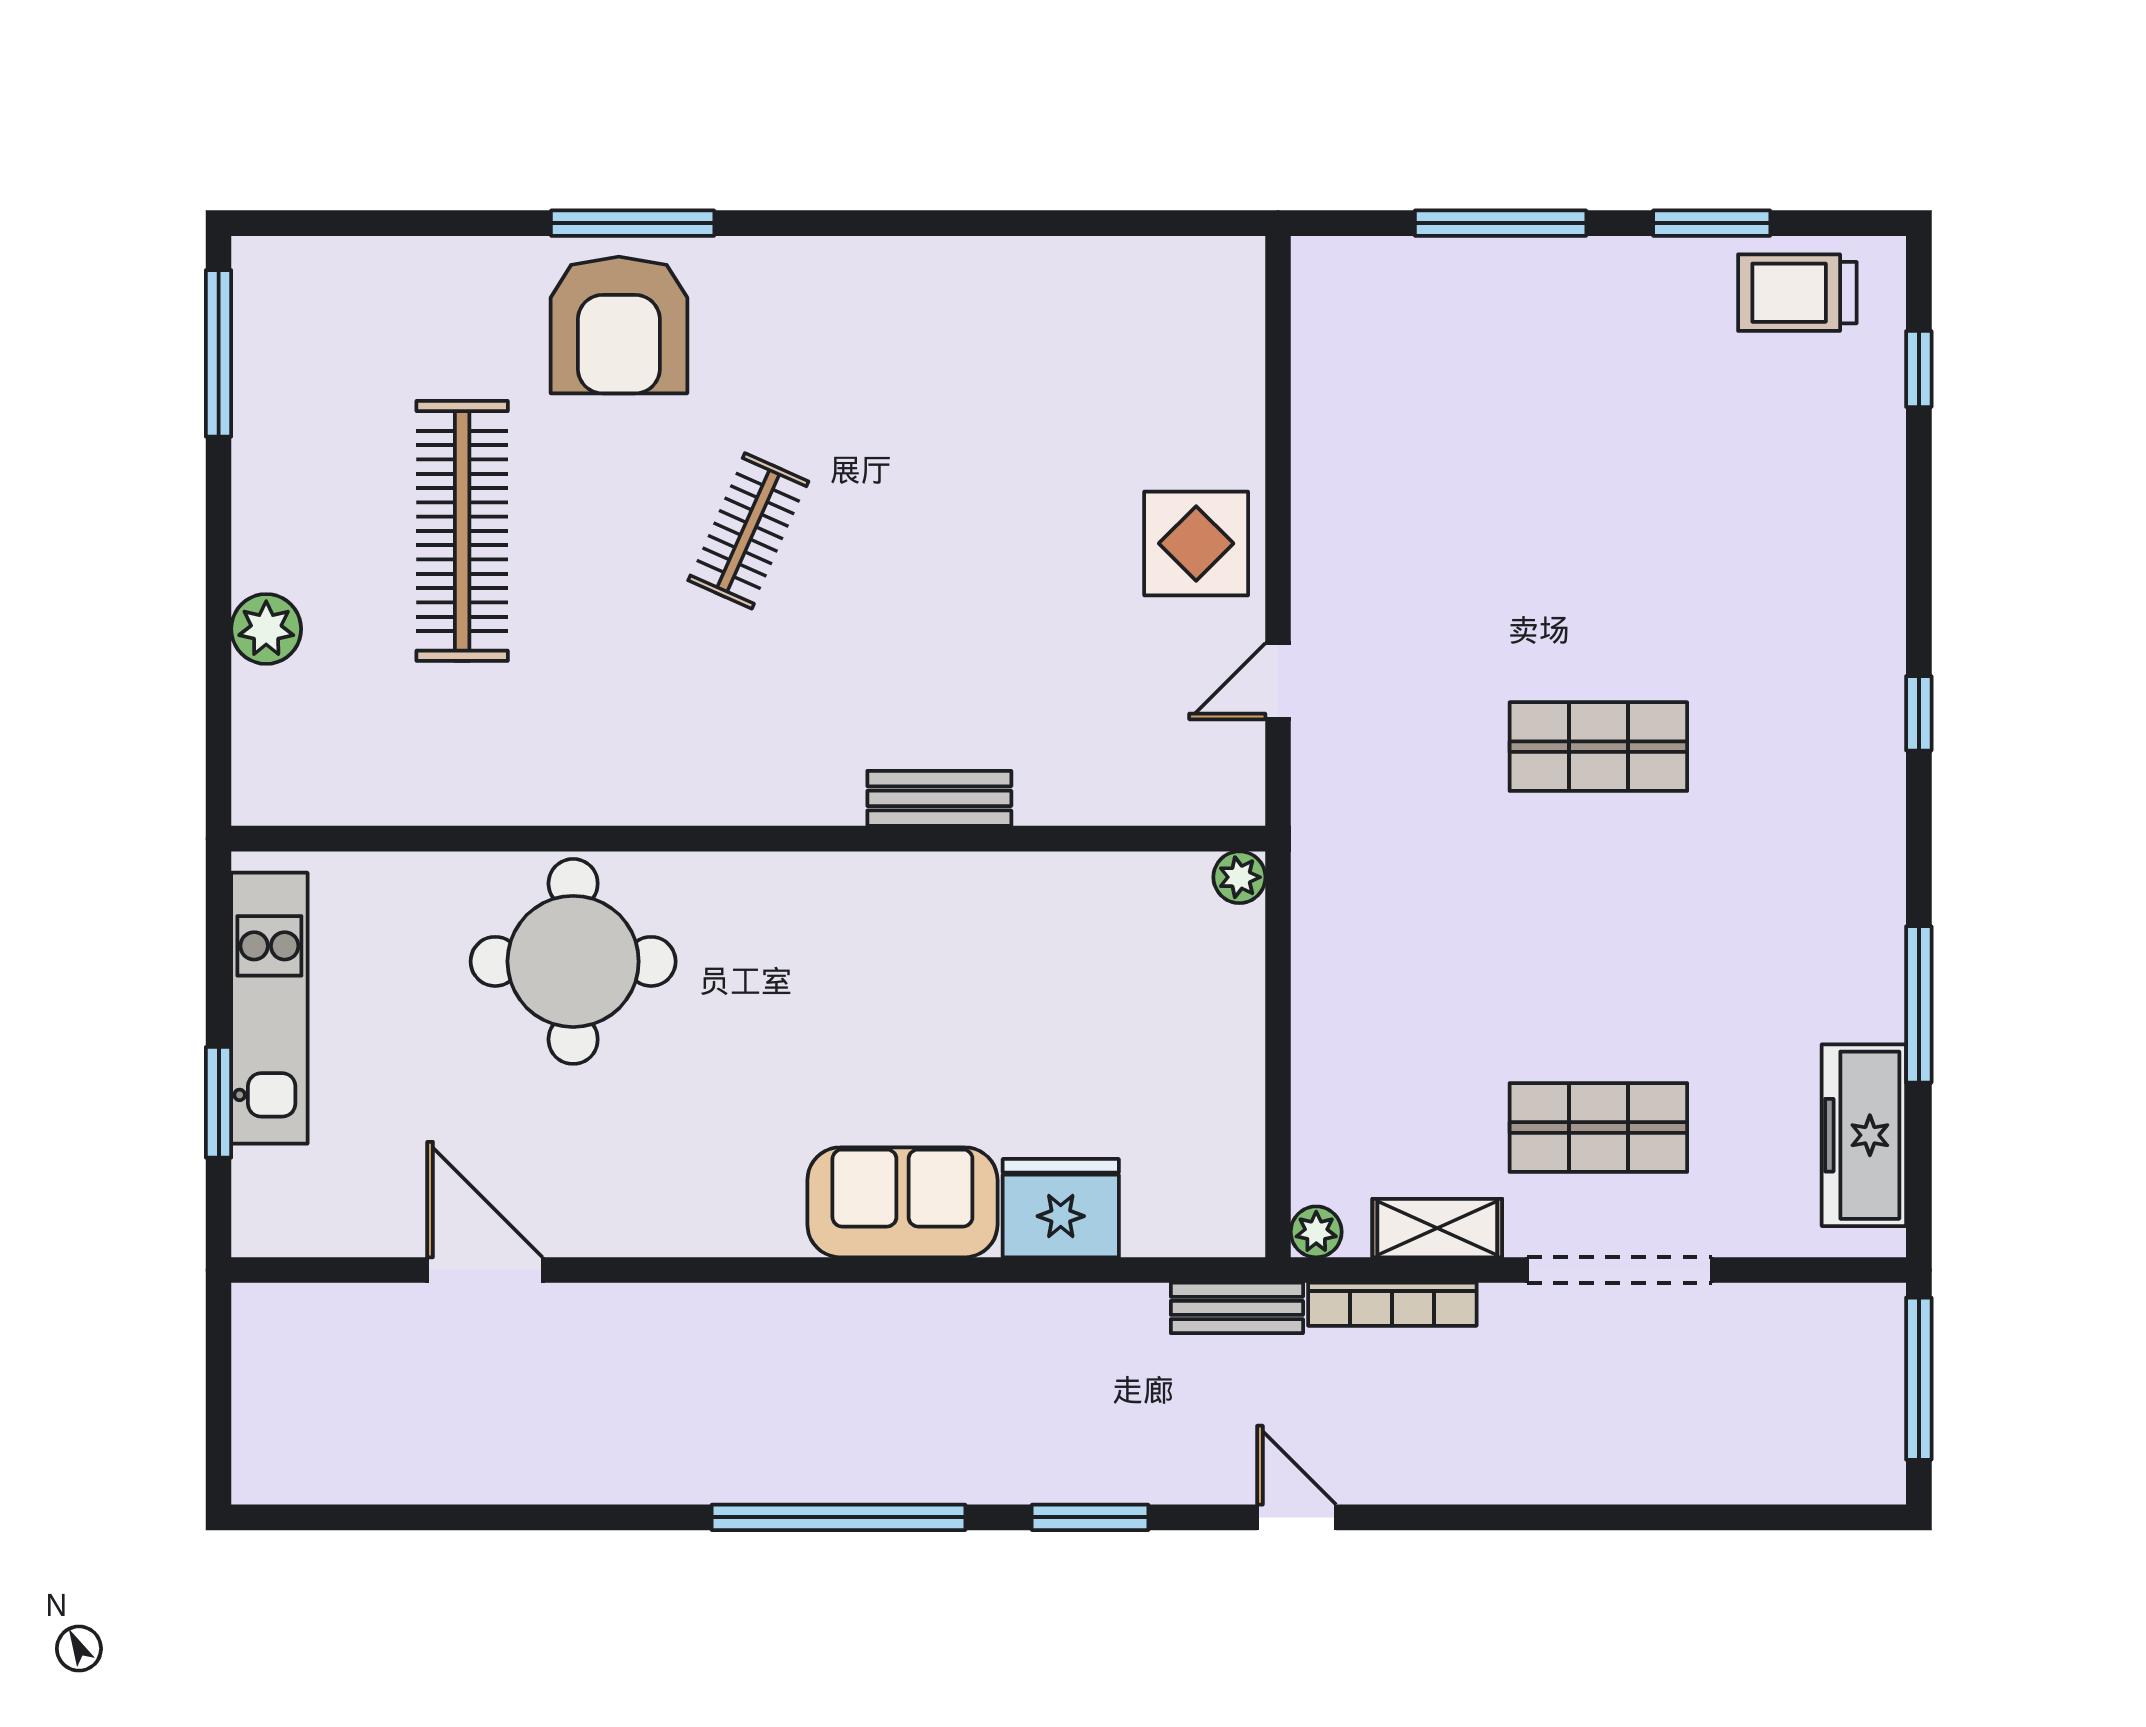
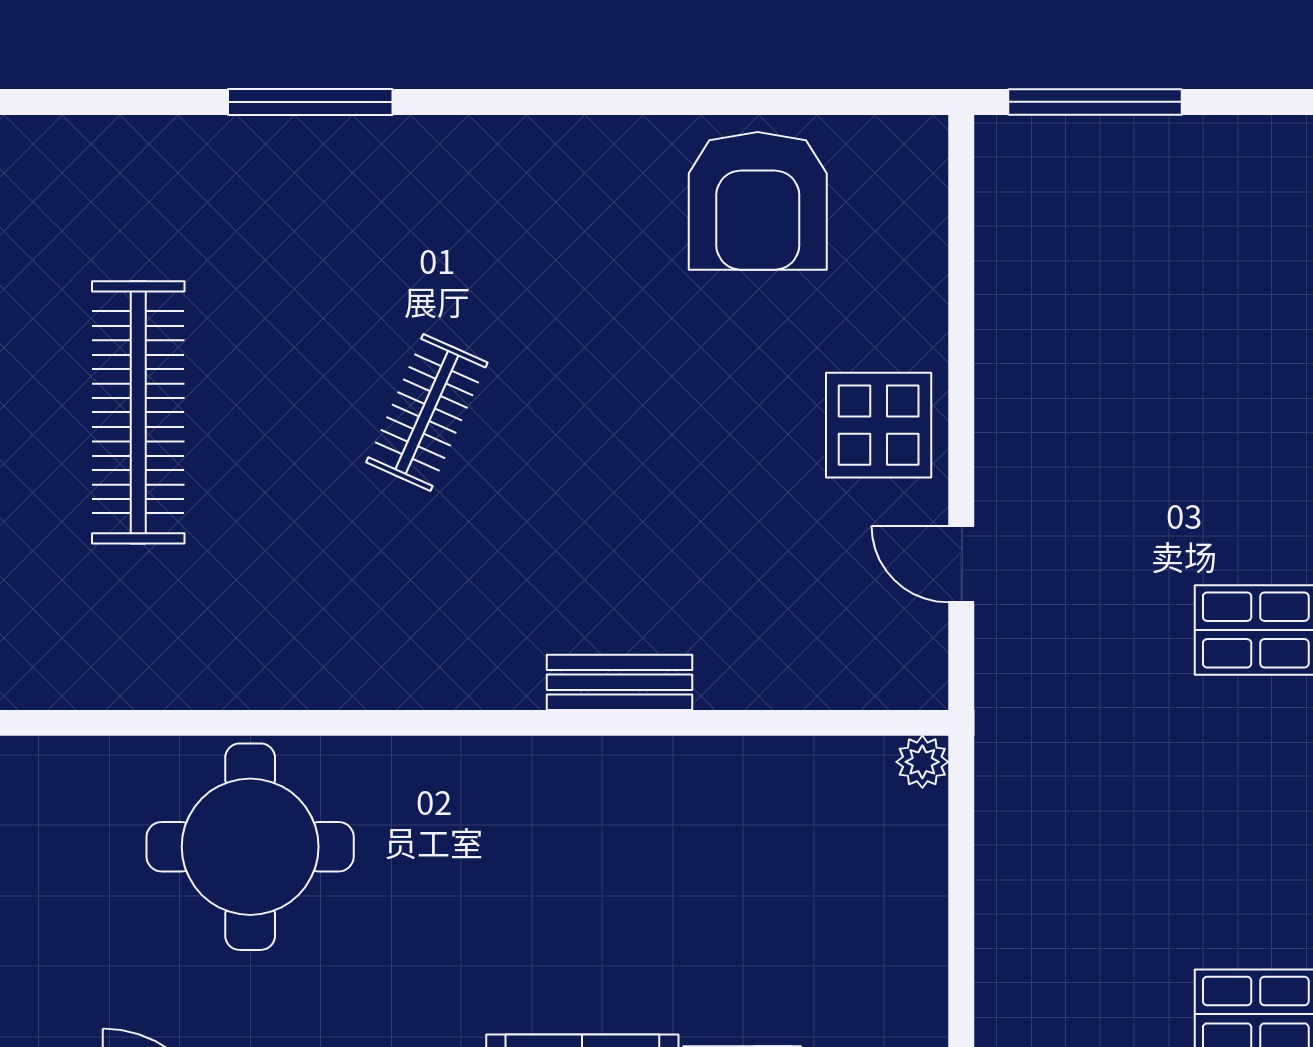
window: (1501, 223) -> (1095, 102), moved
armchair: (619, 325) -> (758, 201), moved
door: (1278, 681) -> (961, 564), hinge flipped

